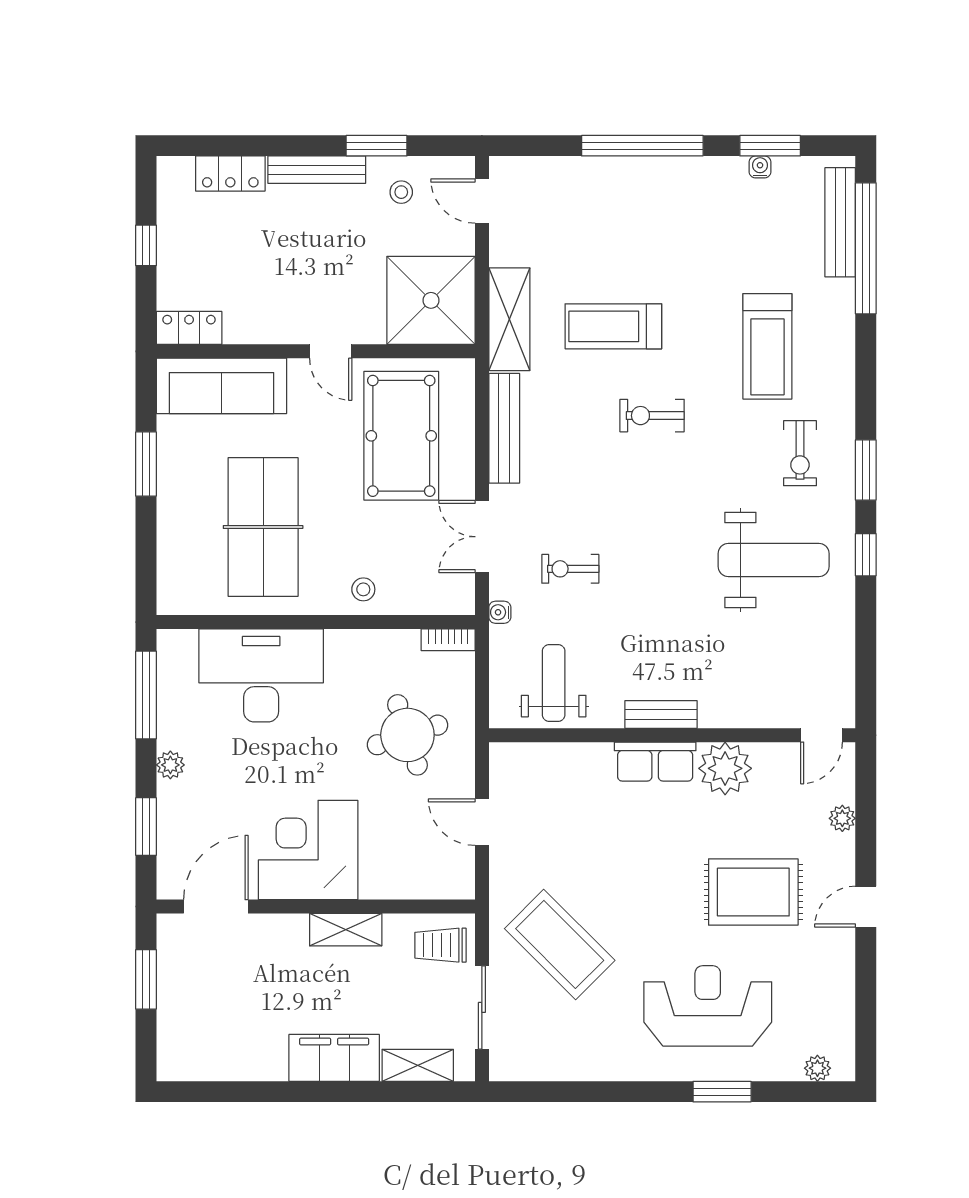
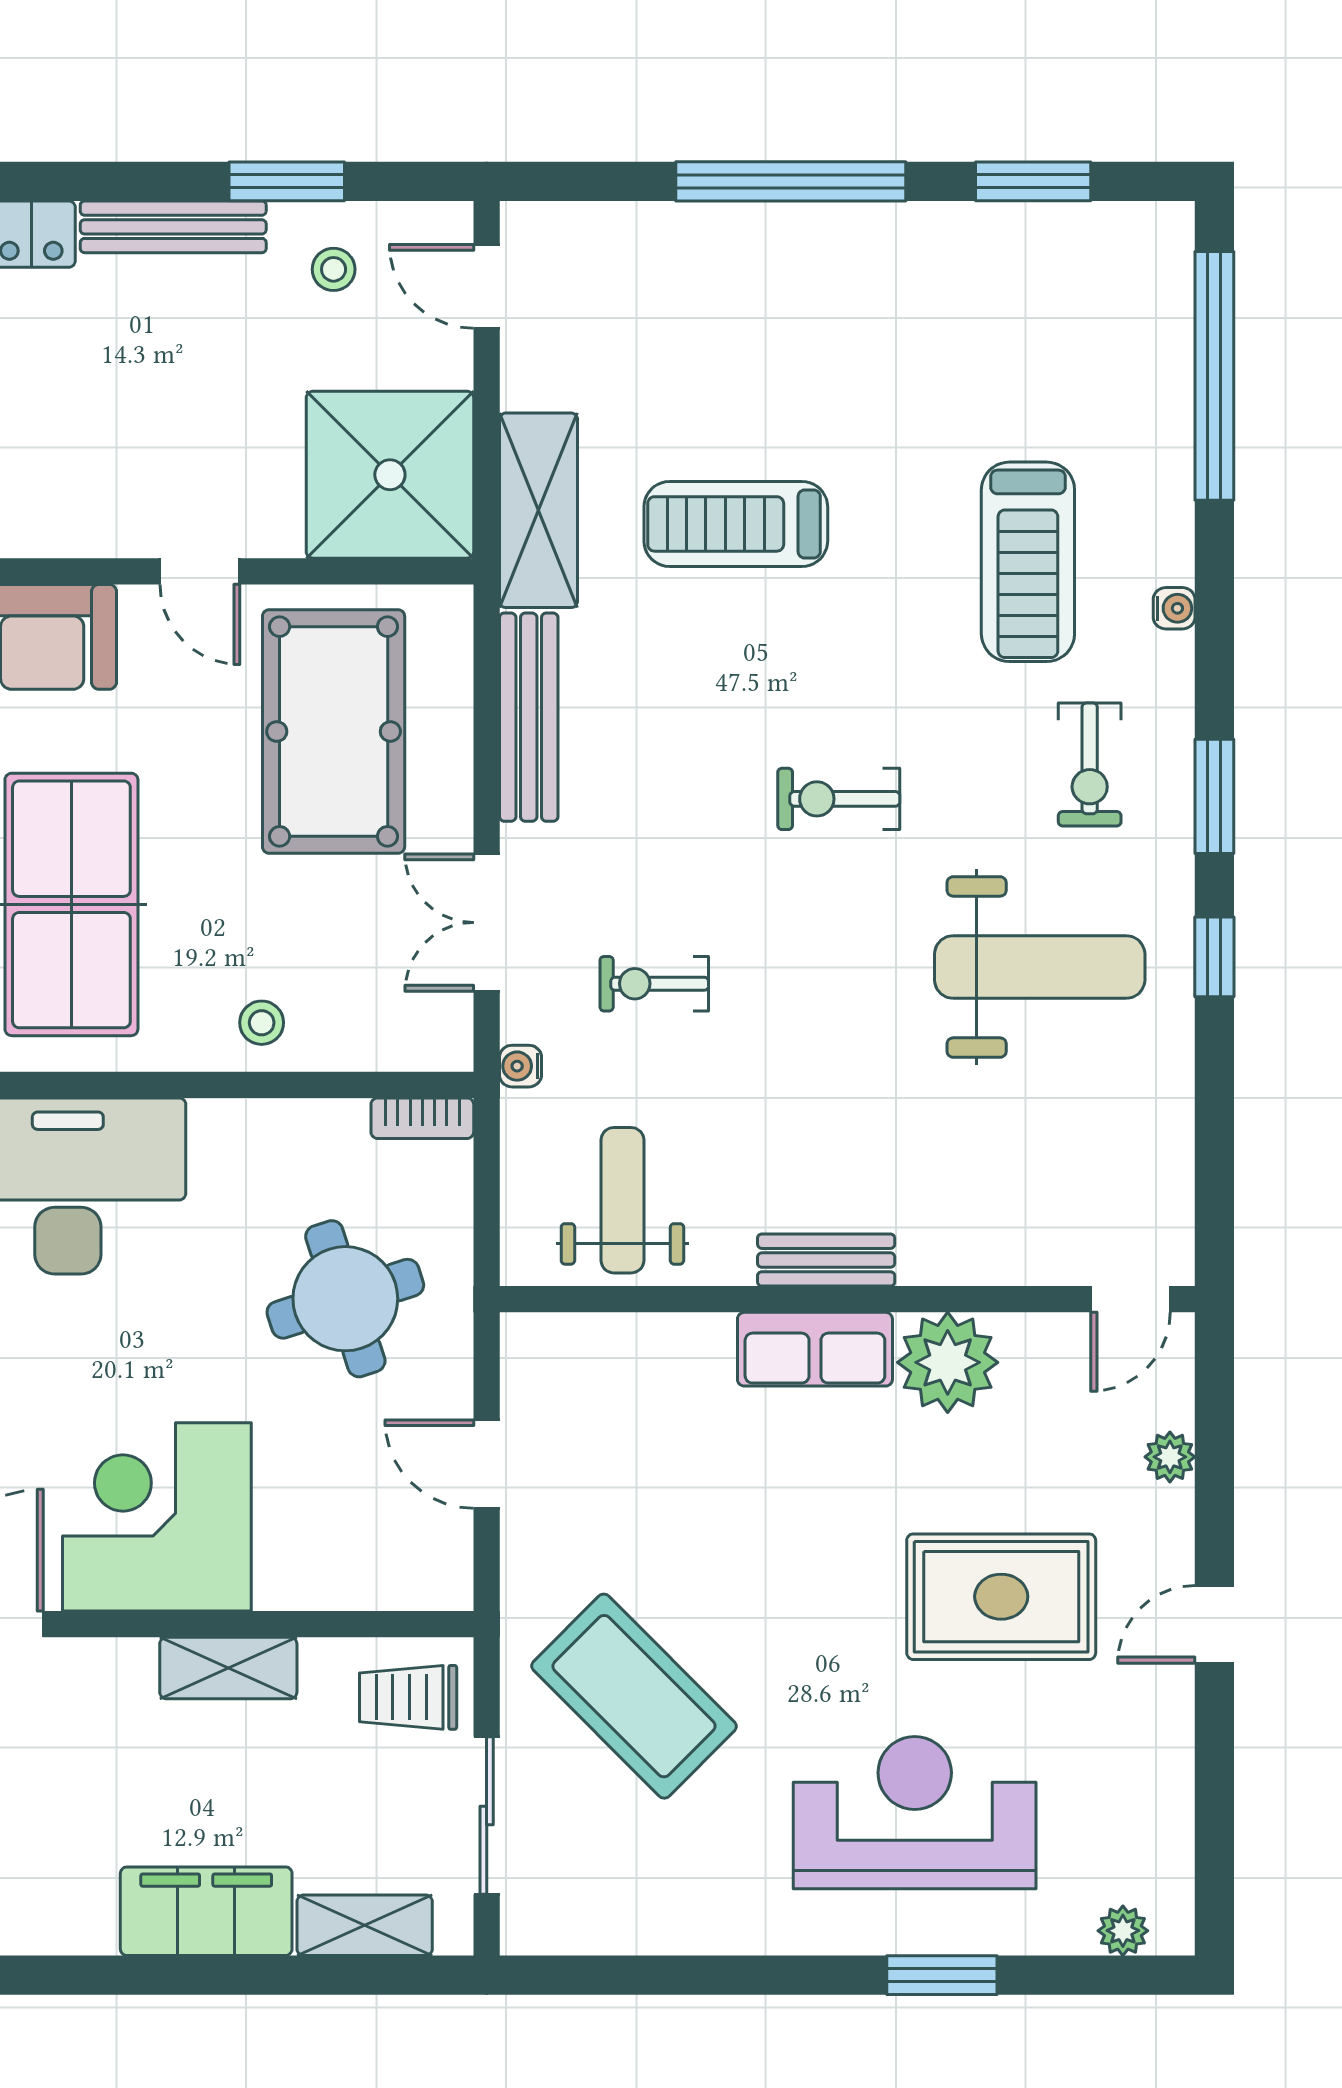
water cooler: (760, 167) -> (1174, 608), moved, turned 90
bench: (840, 222) -> (1166, 327), removed
exercise bike: (652, 416) -> (839, 799), moved

